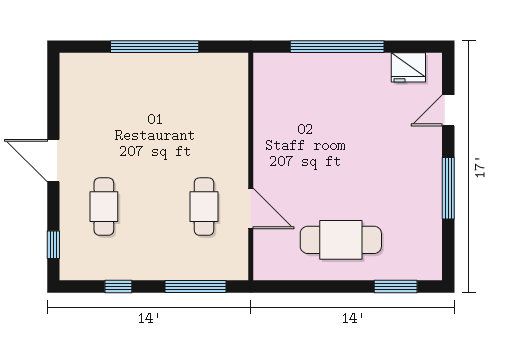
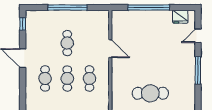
cafe table: (154, 127) -> (67, 43), added
cafe table: (154, 207) -> (67, 78), added
door: (251, 208) -> (110, 49), moved
window: (53, 245) -> (23, 24), moved

